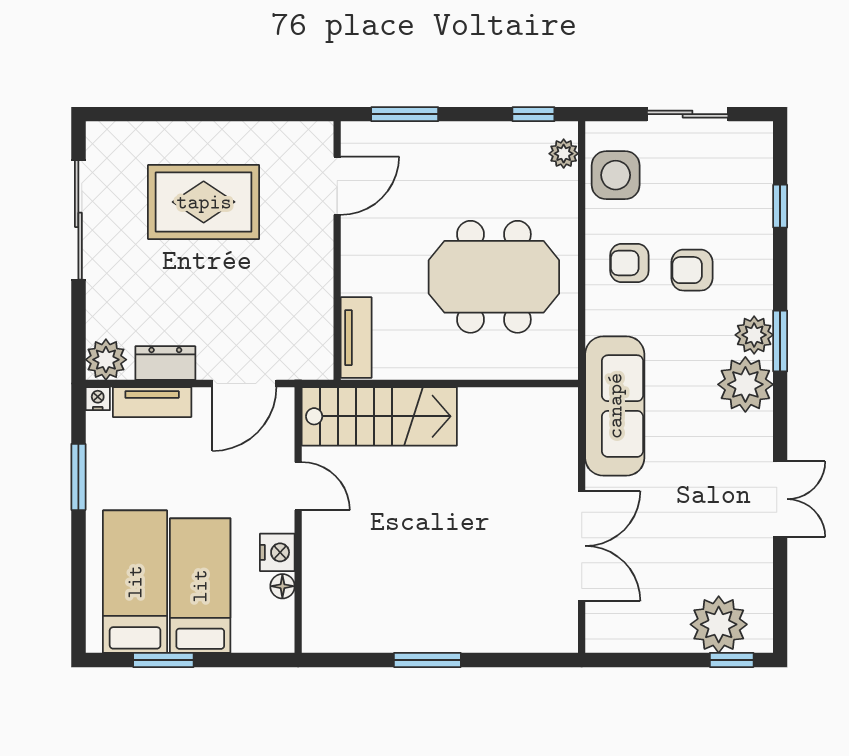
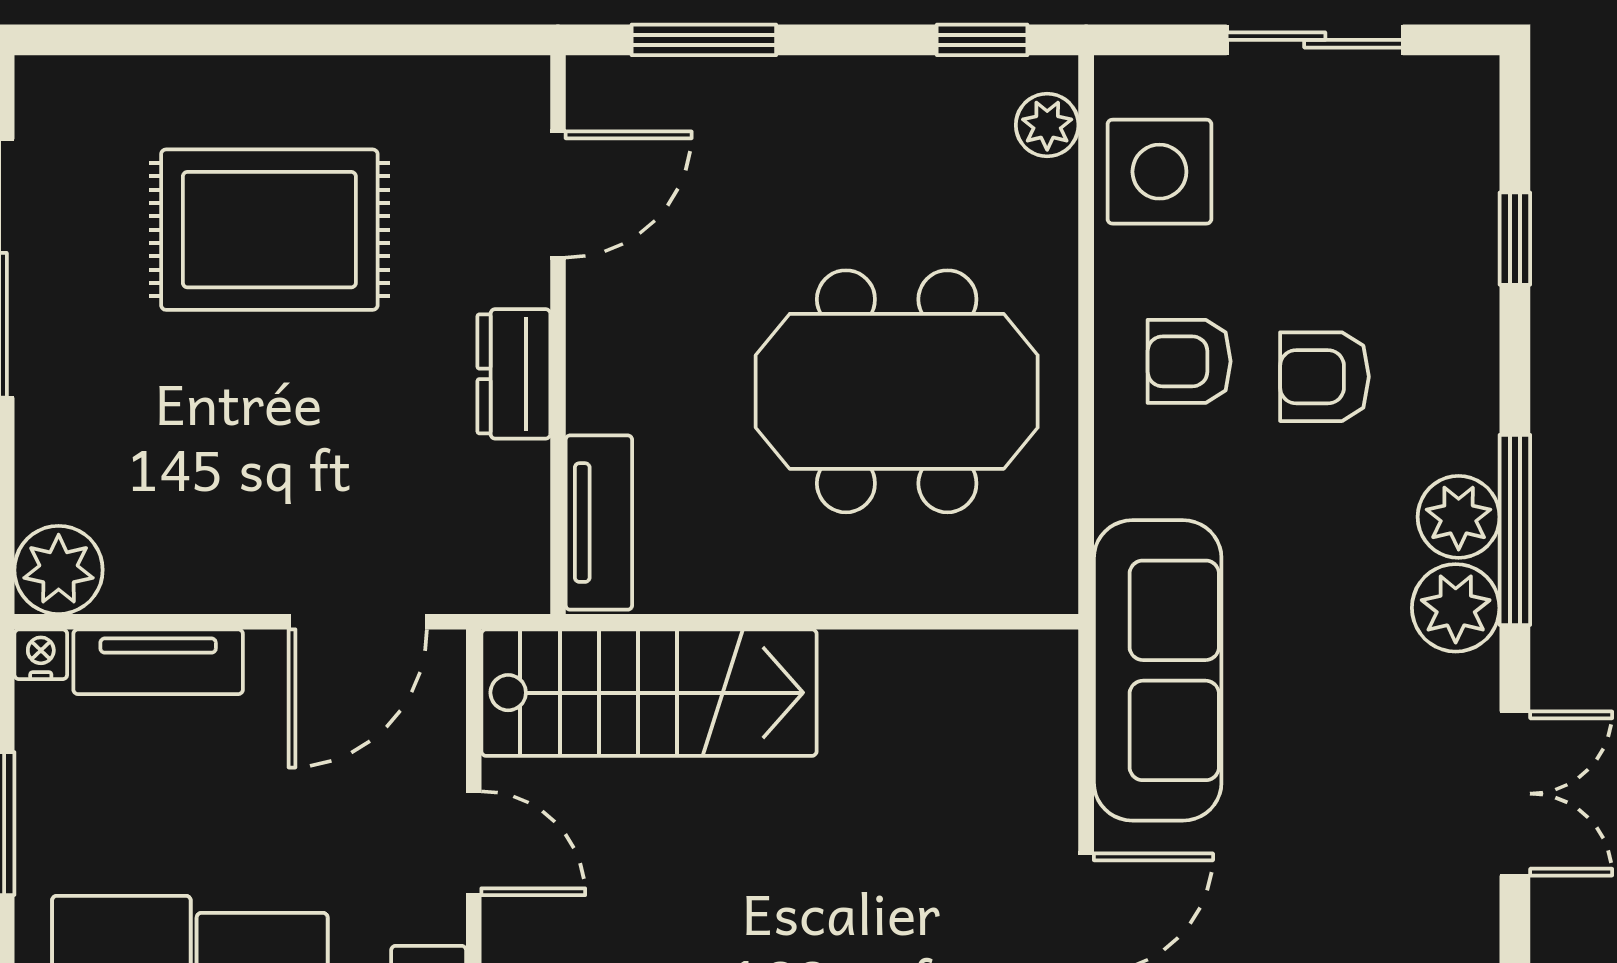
window: (780, 341) -> (1515, 530), width x1.44
dresser: (165, 363) -> (514, 374), moved, turned -90
plant: (745, 384) -> (1456, 608), width x0.73, depth x0.73
double door: (780, 499) -> (1515, 794), moved

